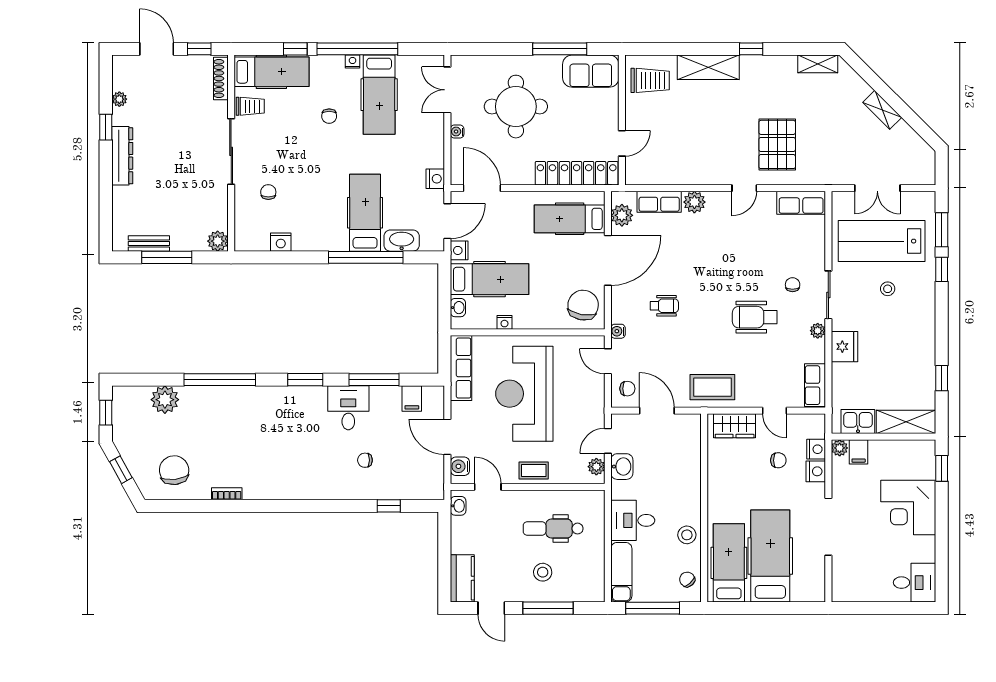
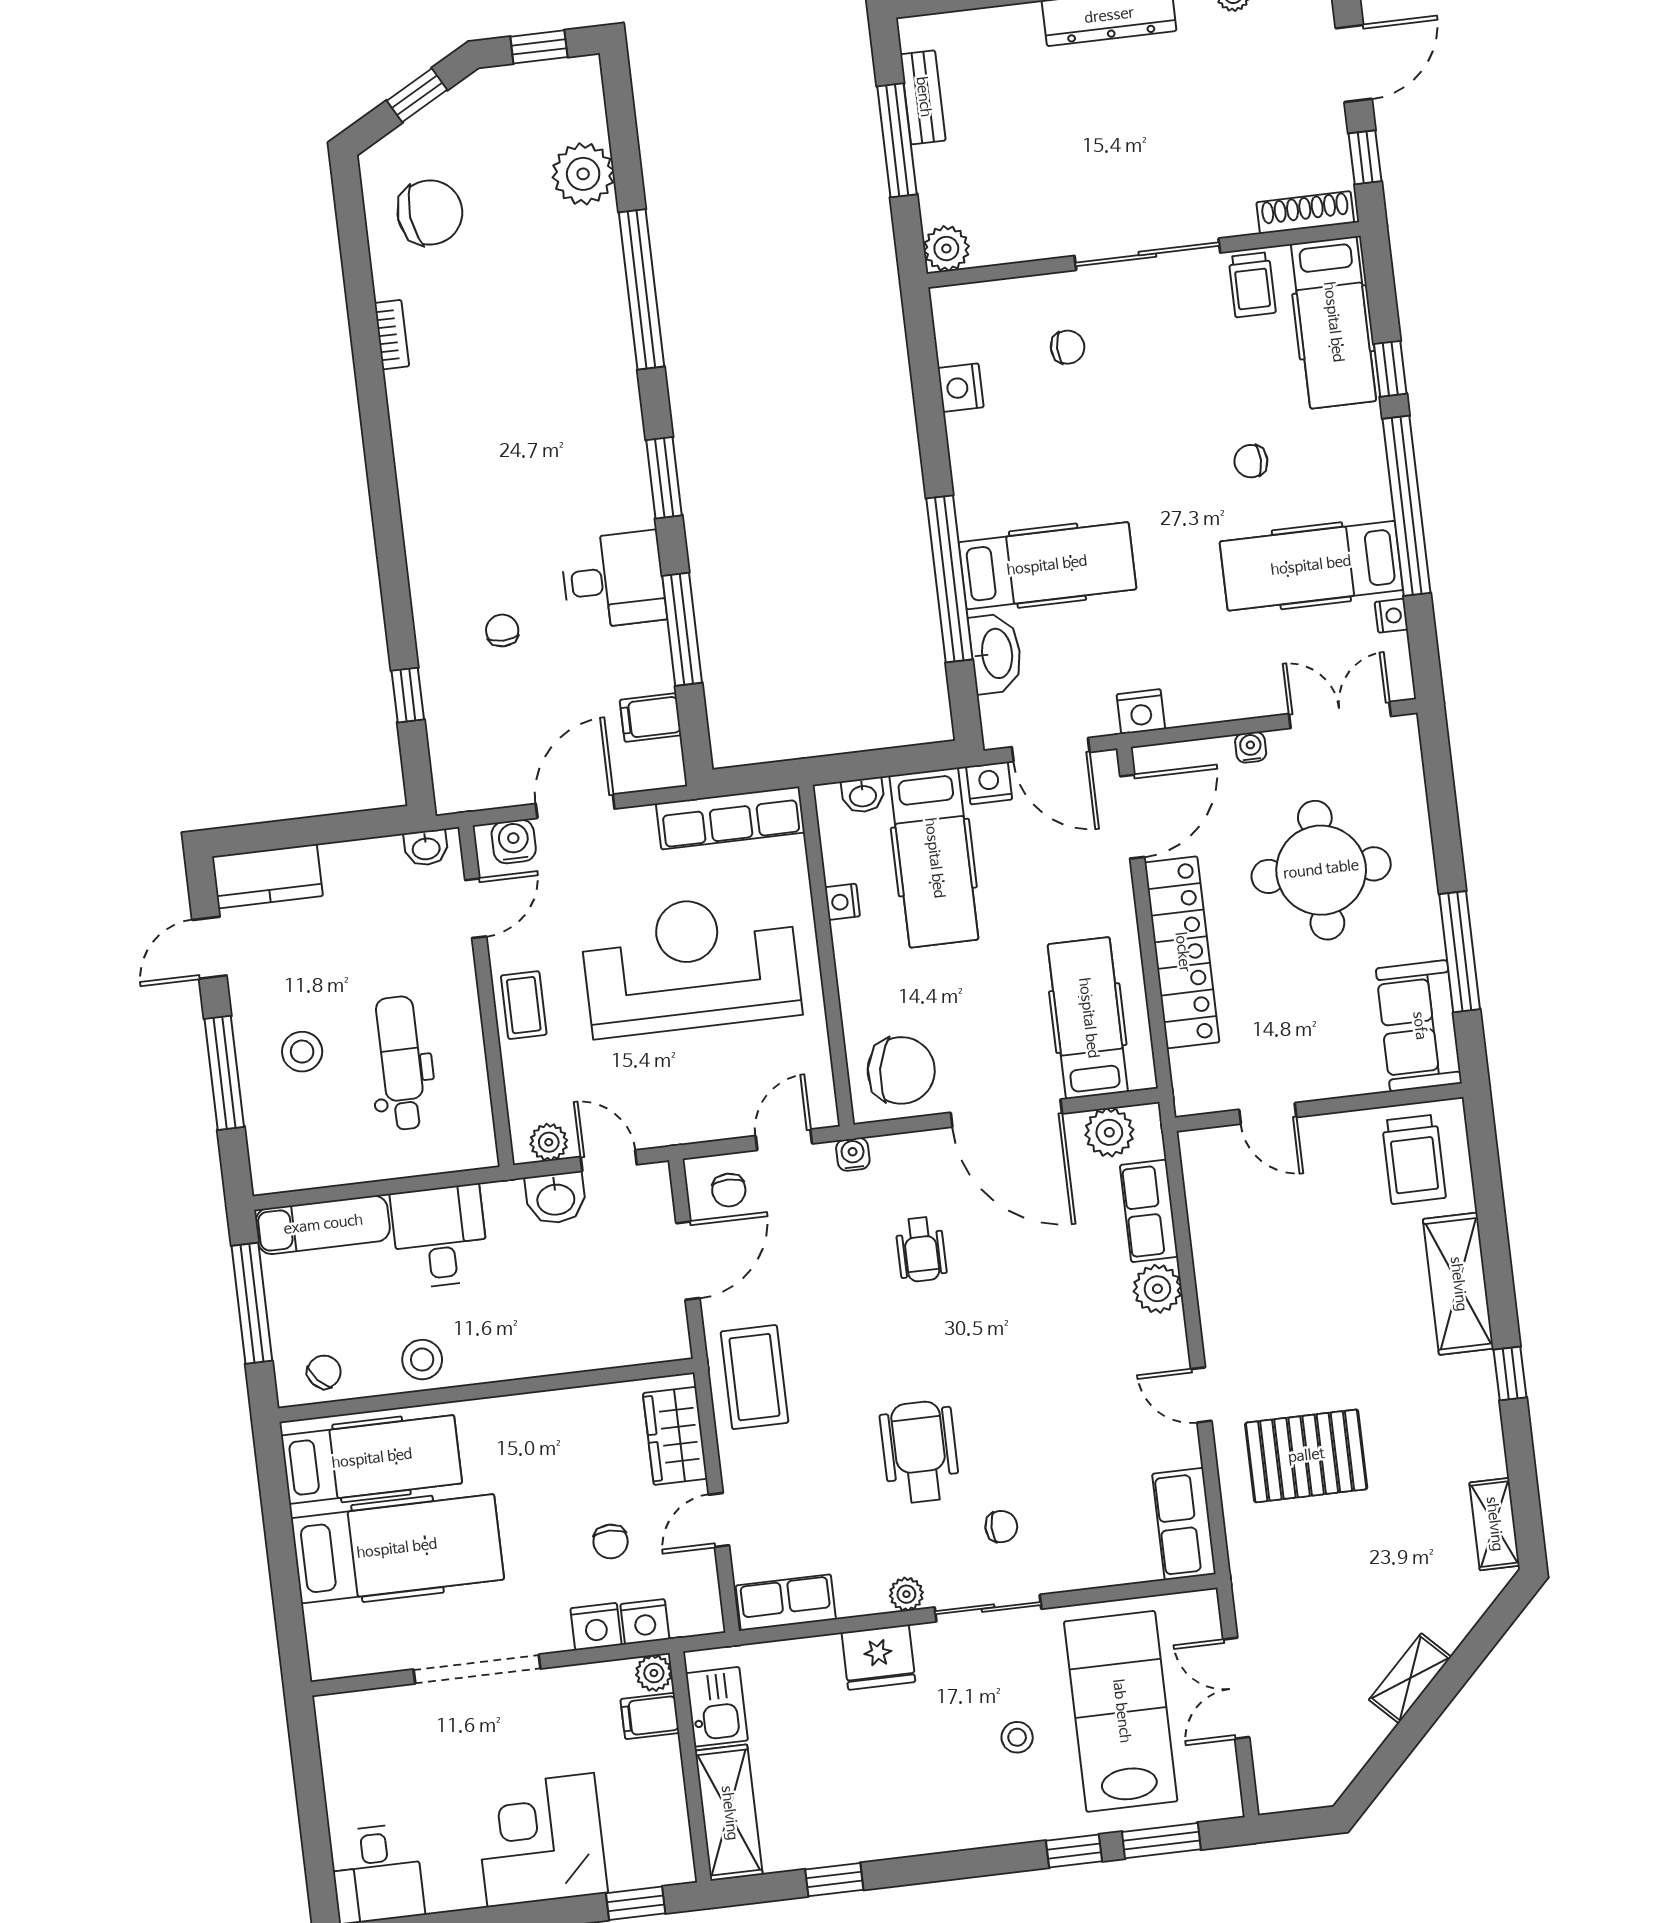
nightstand: (353, 62) -> (1391, 616), moved
locker: (577, 173) -> (1182, 952), moved

